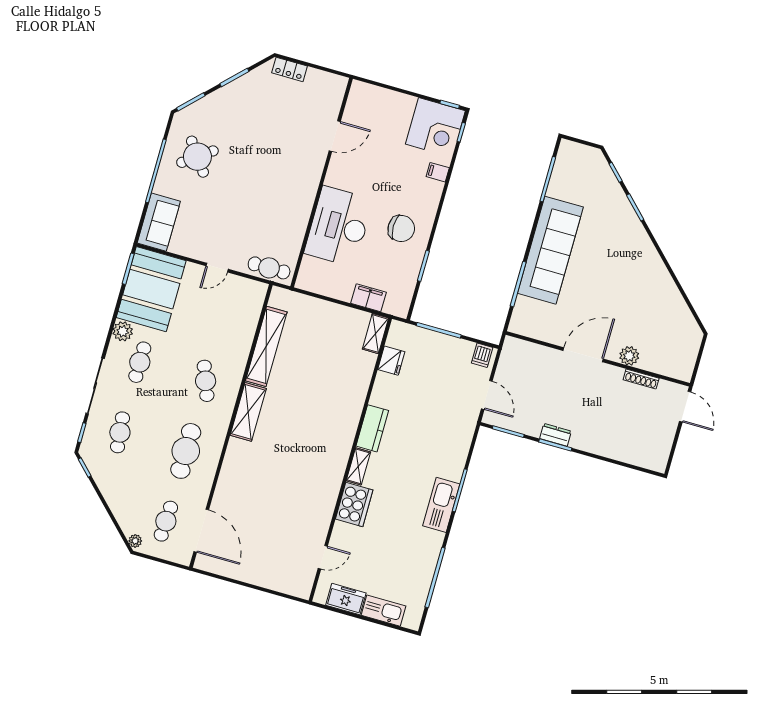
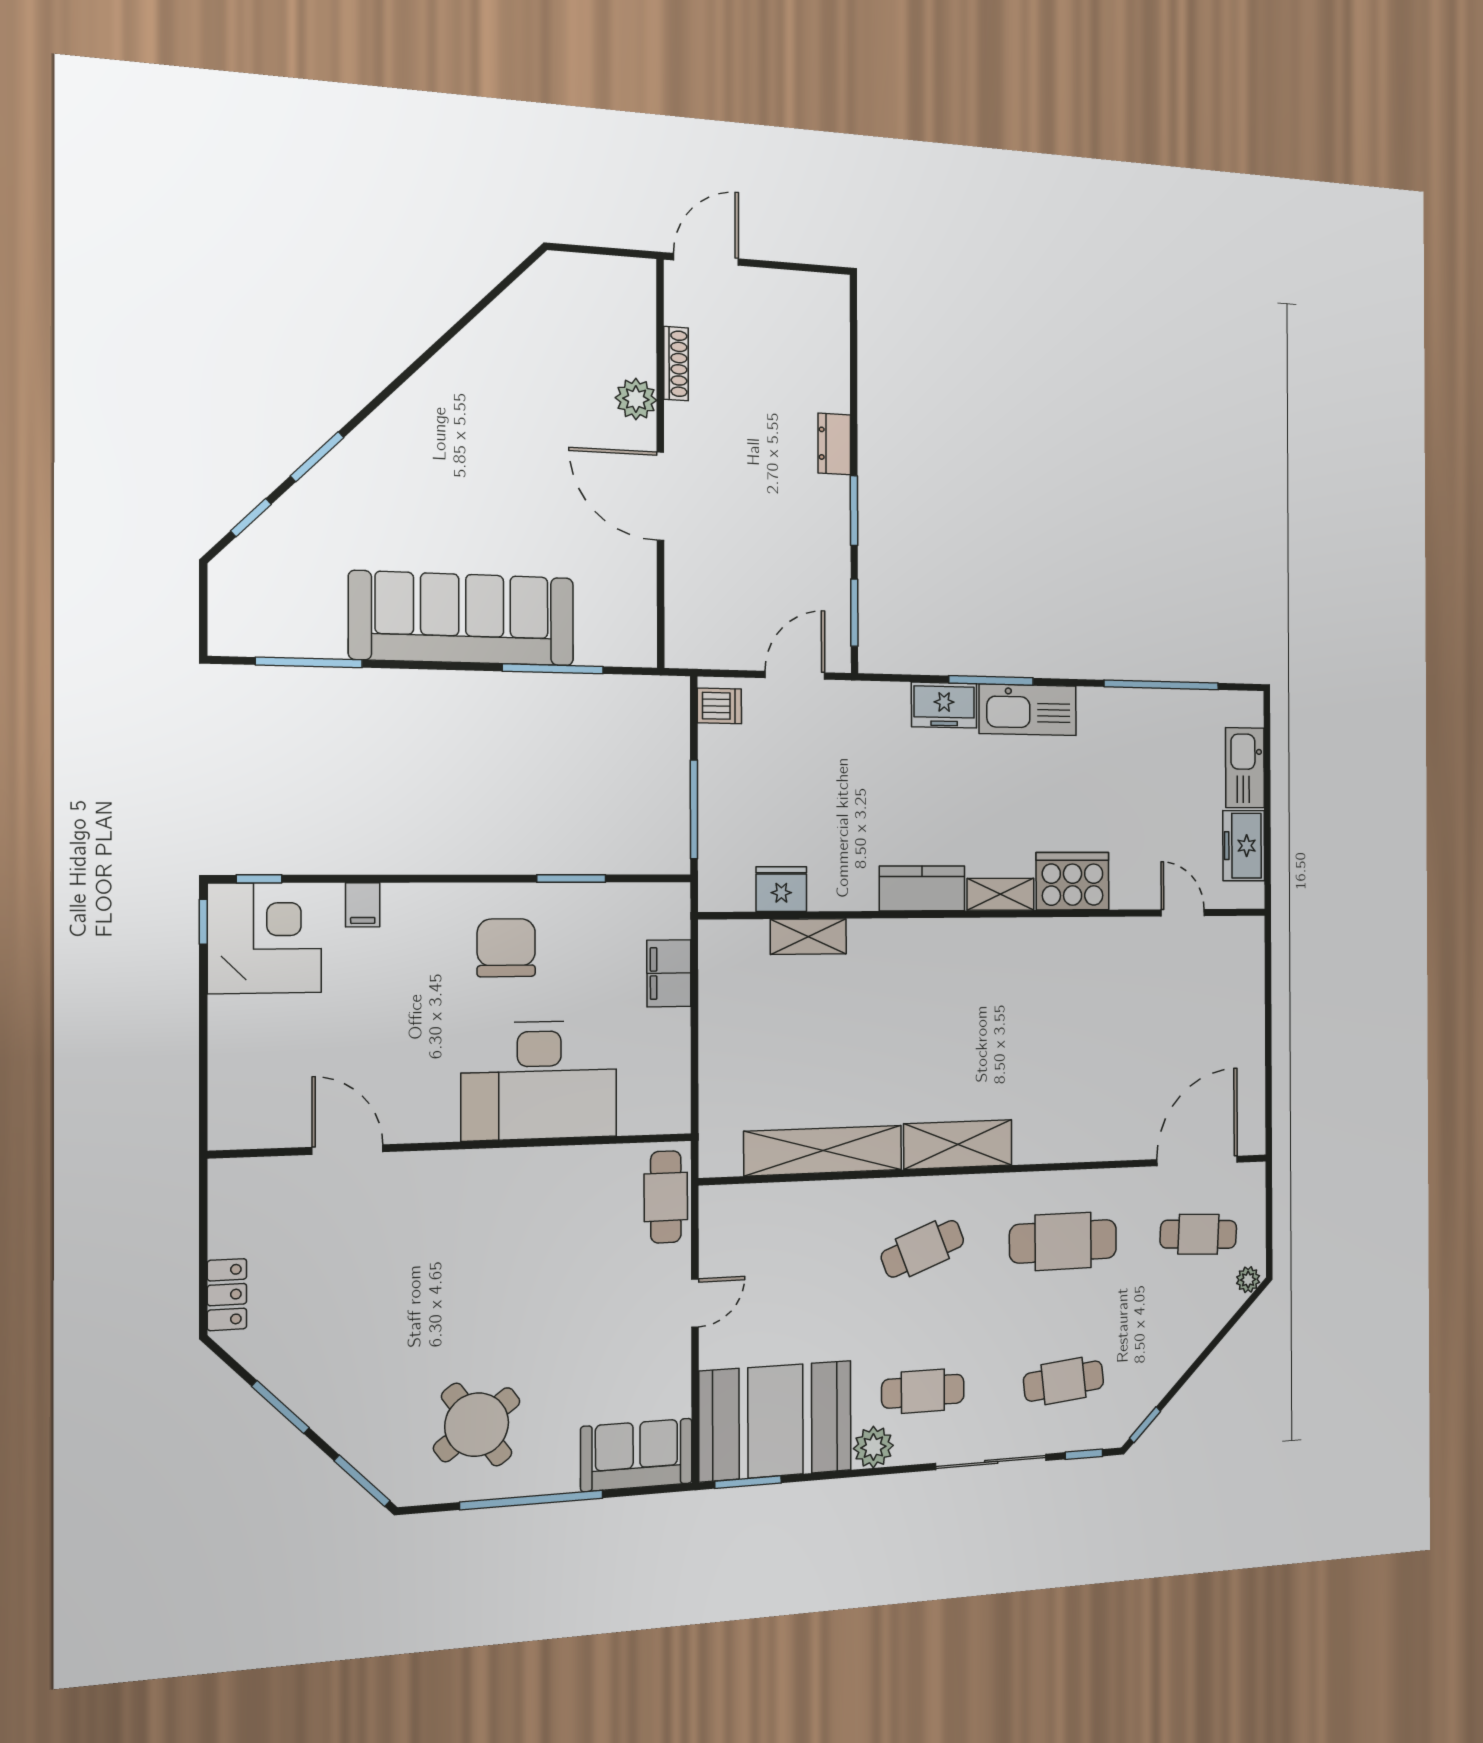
door: (217, 268) -> (695, 1303), hinge flipped
shelving: (375, 334) -> (808, 937), moved
dresser: (555, 435) -> (834, 444), moved
freezer: (454, 464) -> (944, 705), added

